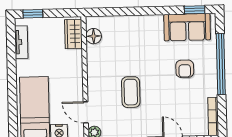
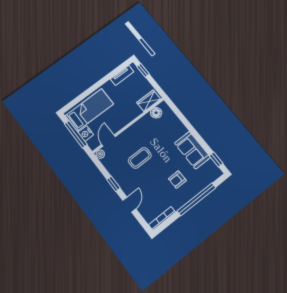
sofa: (187, 27) -> (192, 150), moved

